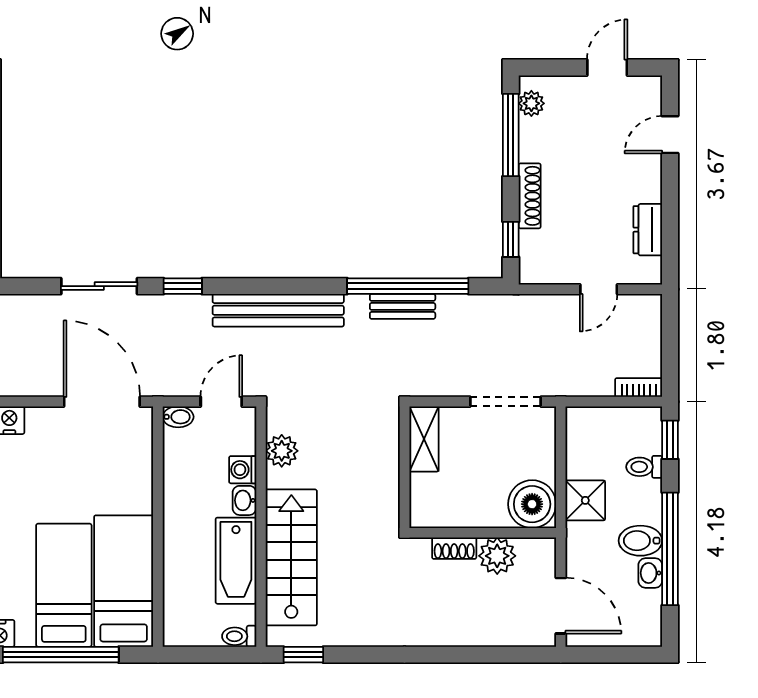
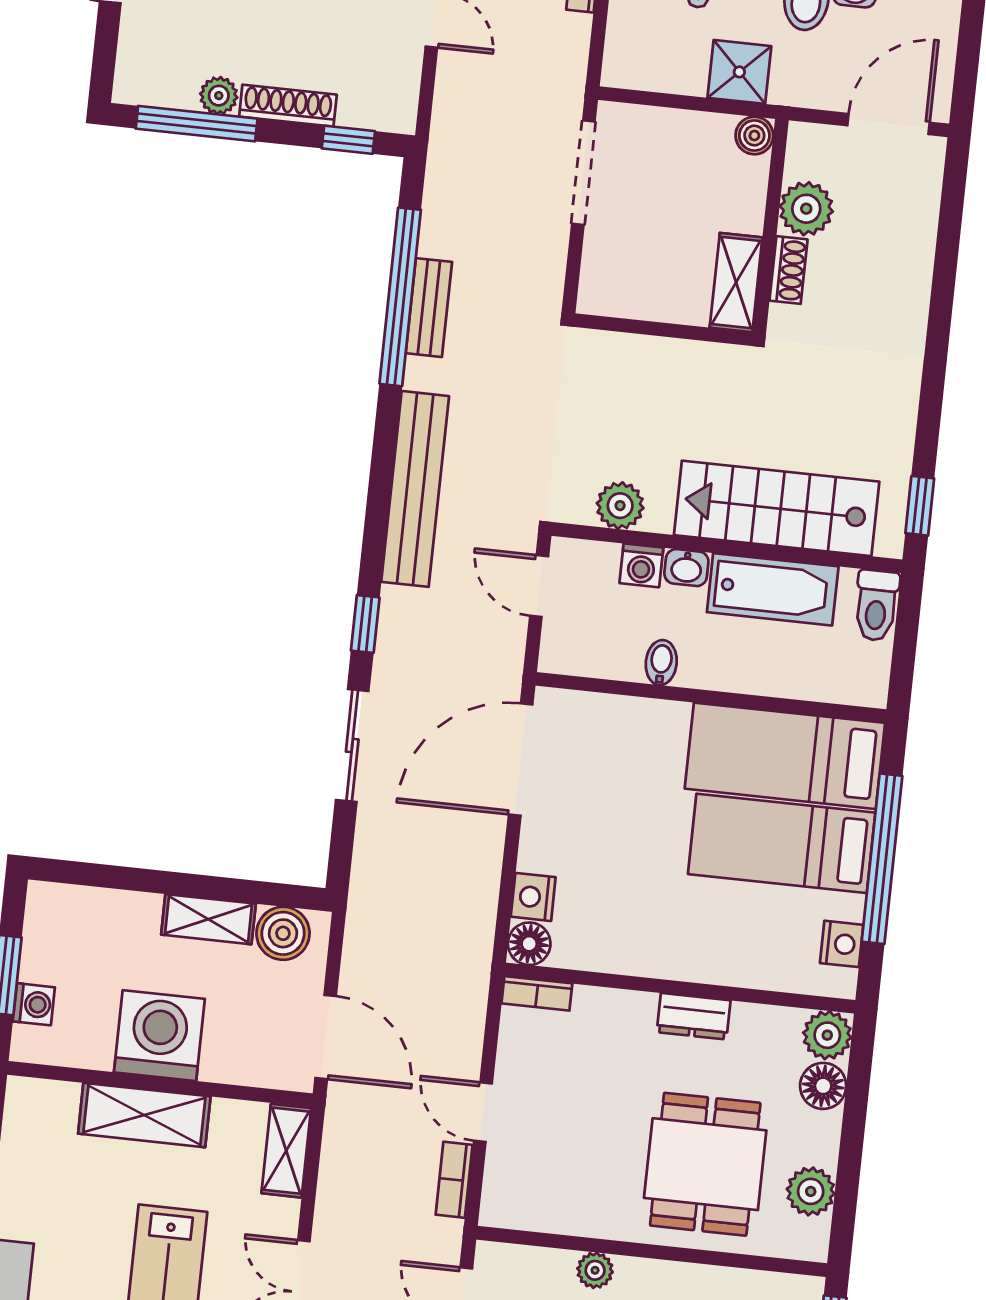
plant: (531, 103) -> (219, 96), moved
bidet: (178, 417) -> (661, 663), moved
shelving: (424, 439) -> (736, 283), moved, turned 90
boiler: (532, 504) -> (754, 136), width x0.54, depth x0.54
toilet: (239, 636) -> (876, 605), width x1.37, depth x1.39

